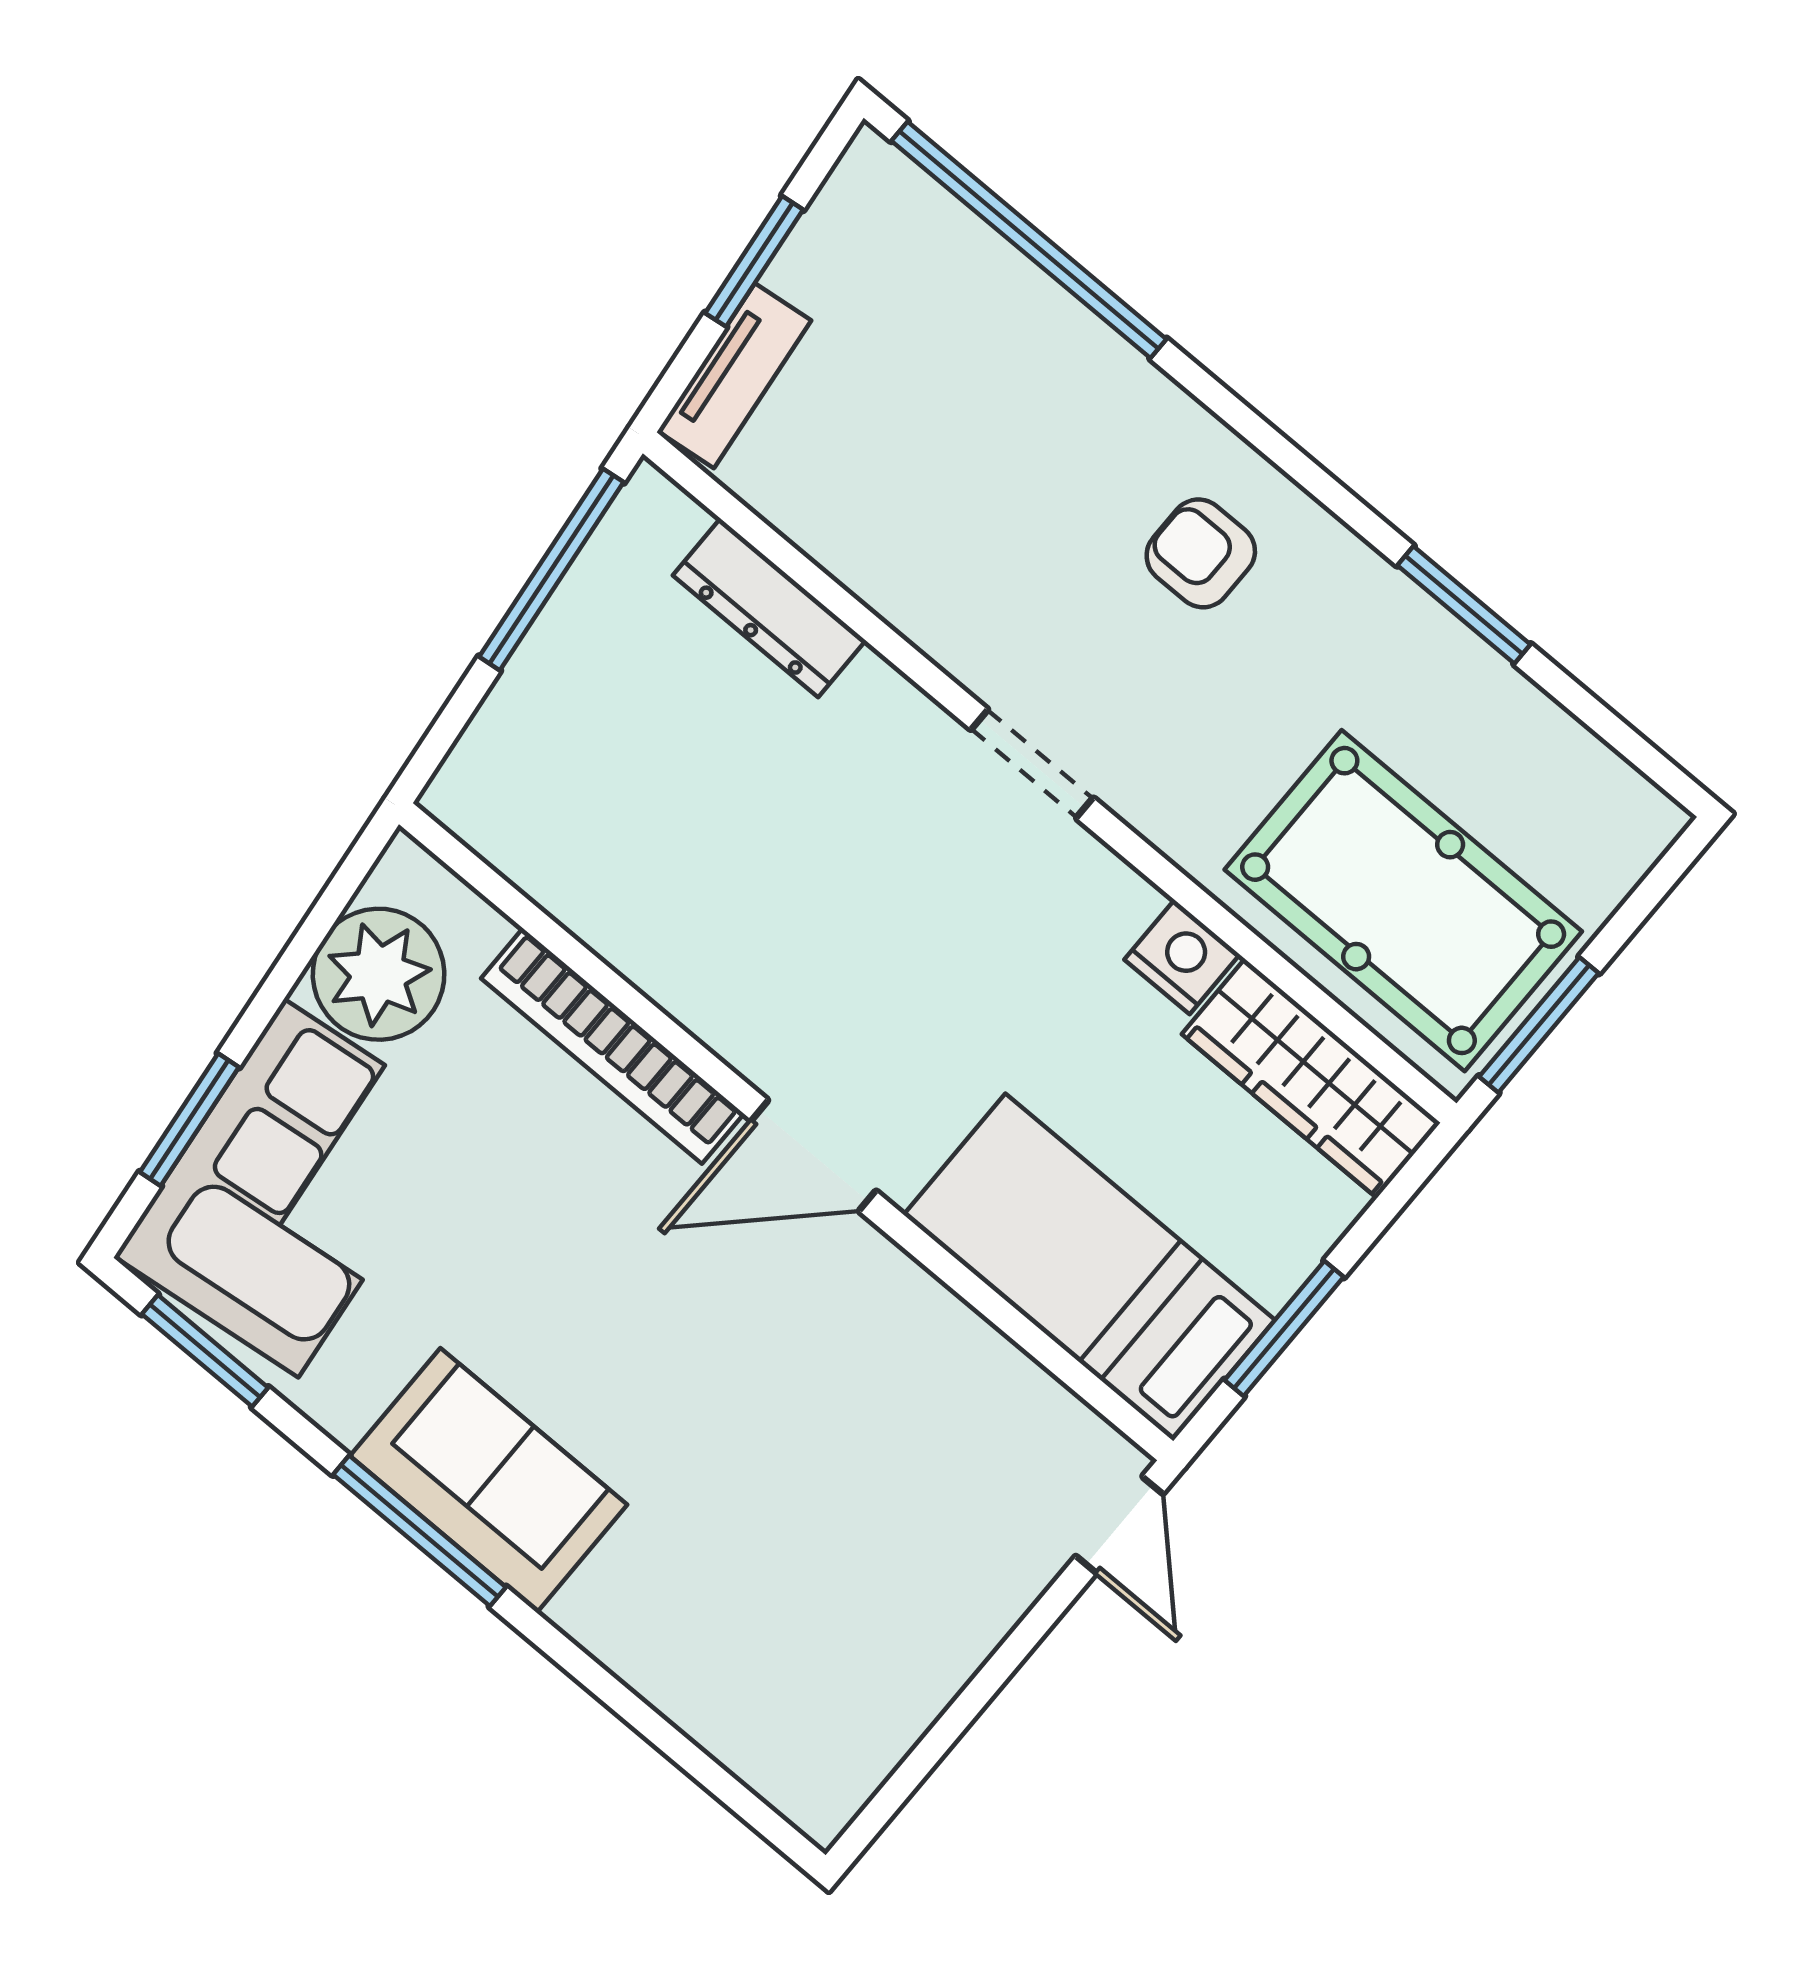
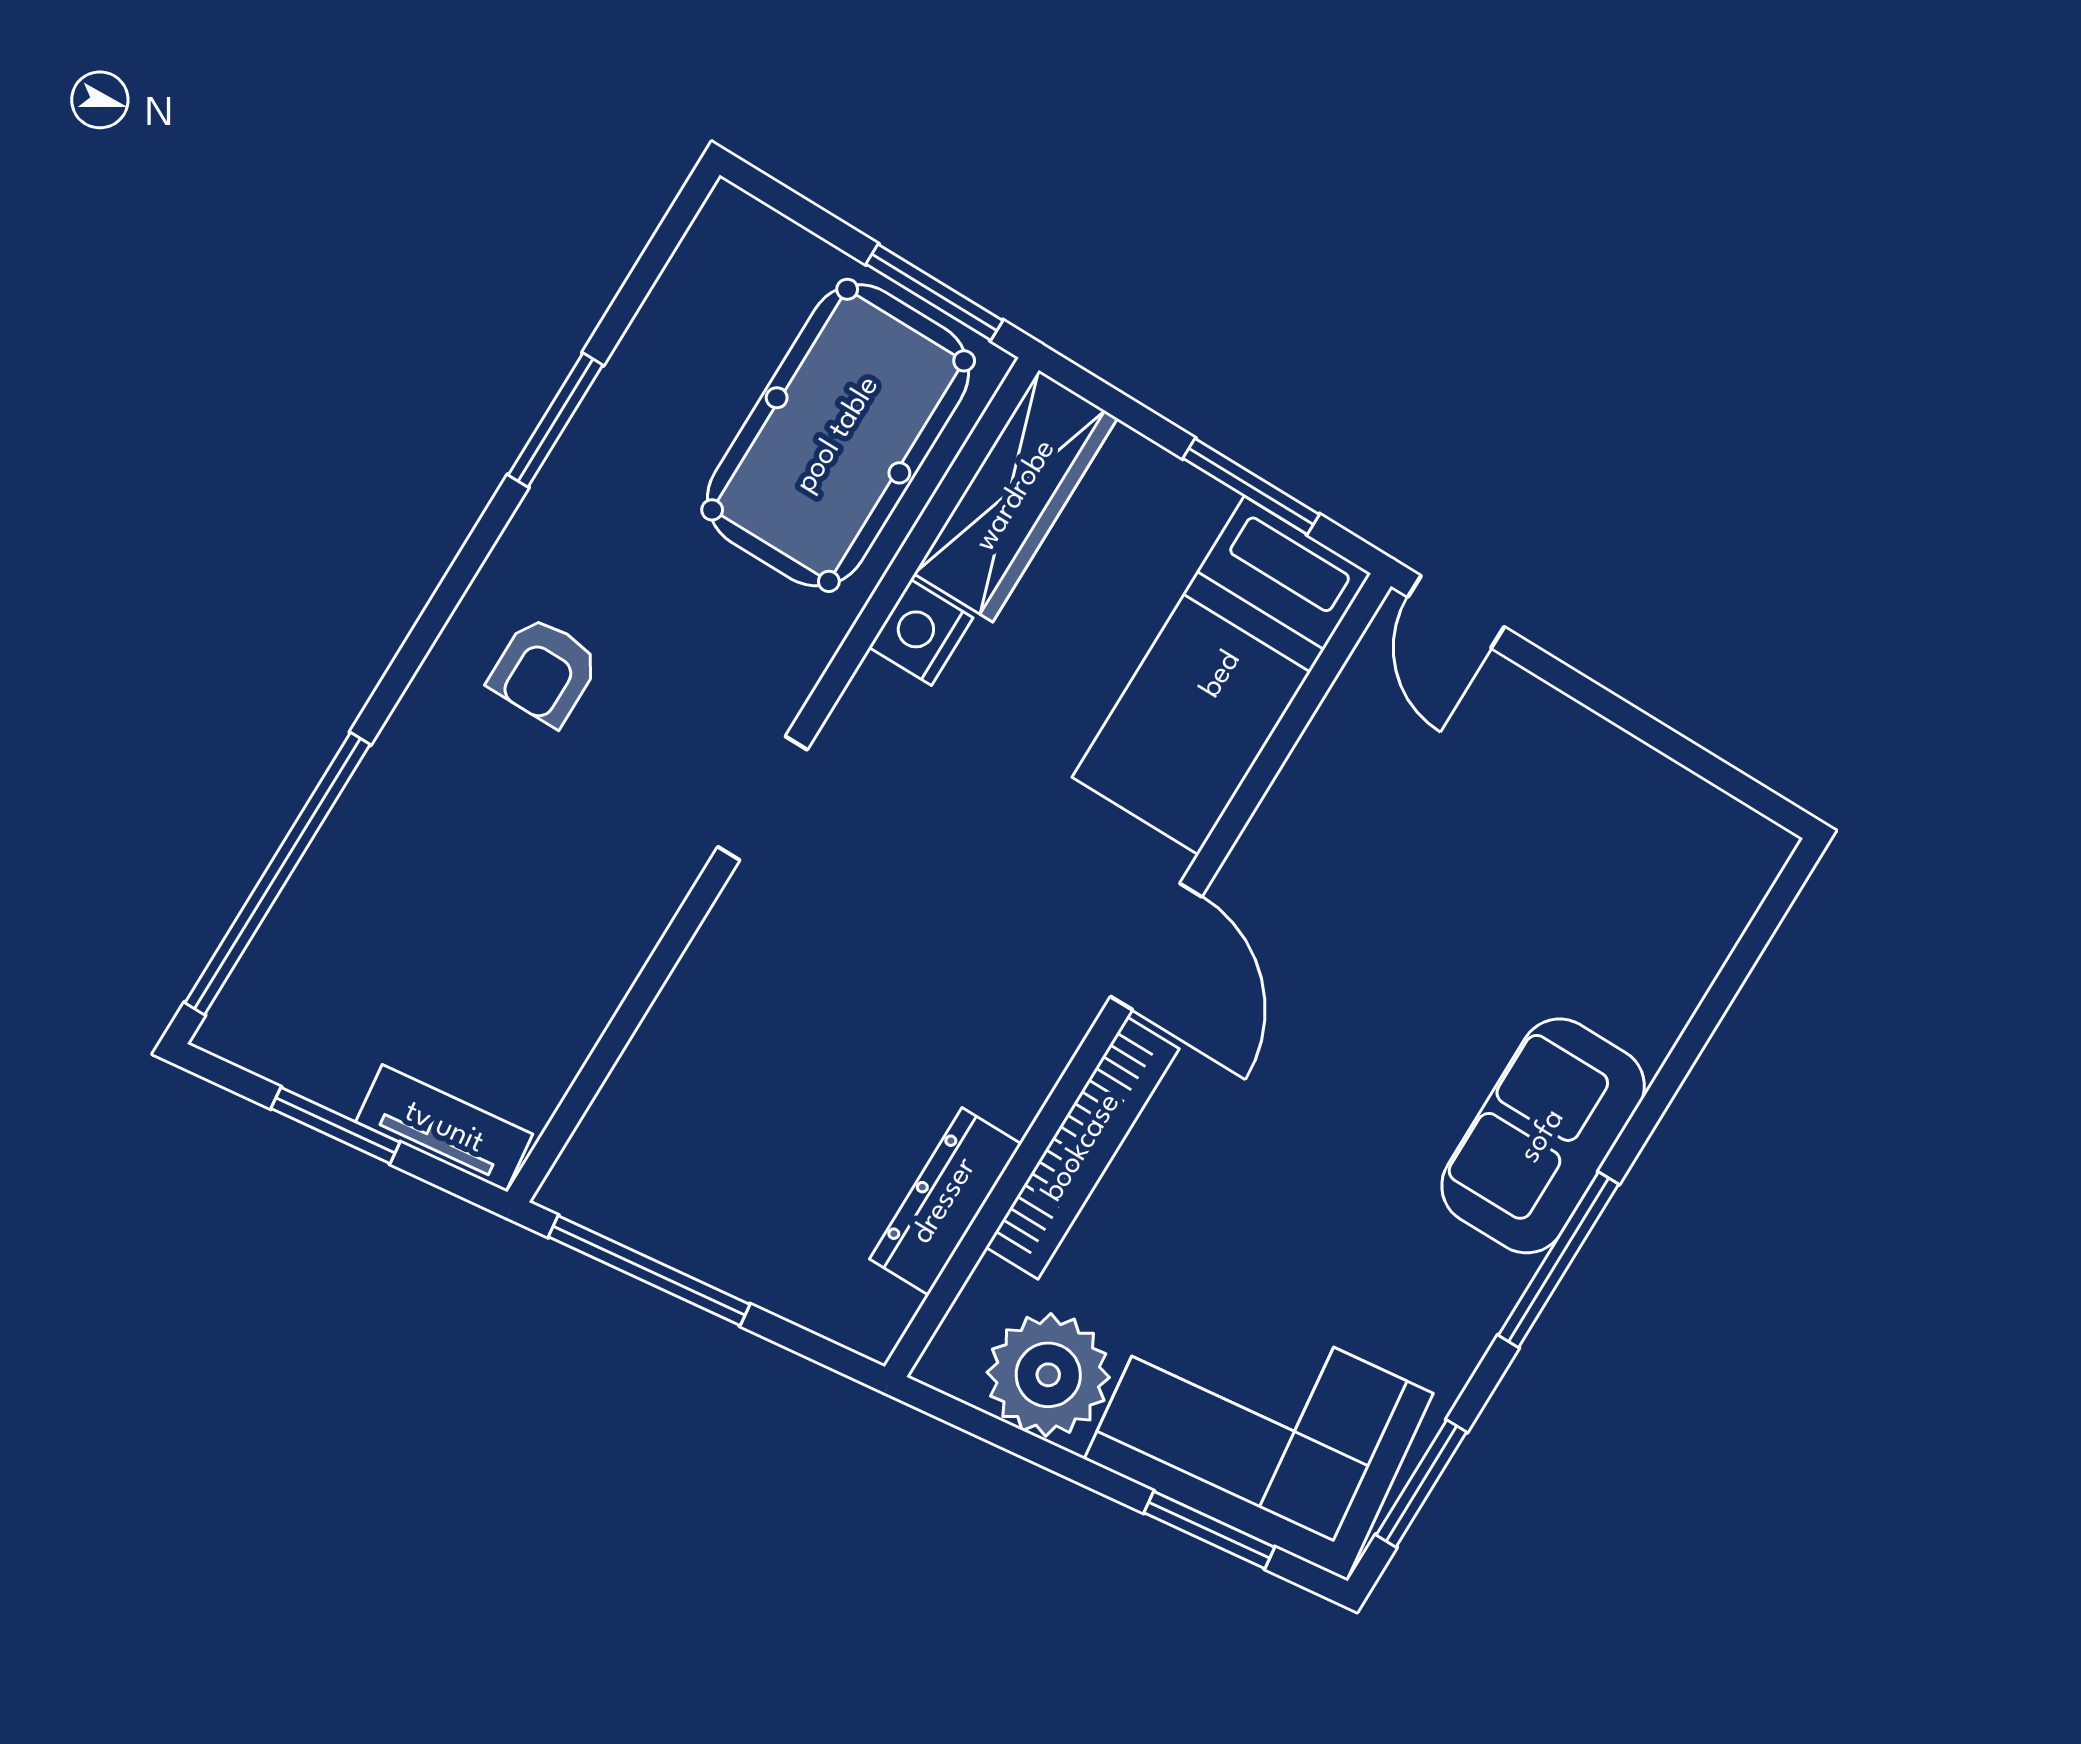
dresser: (769, 608) -> (945, 1201), moved, turned 180
sofa: (489, 1480) -> (1543, 1136), moved
door: (1119, 1525) -> (1456, 612), swing flipped

